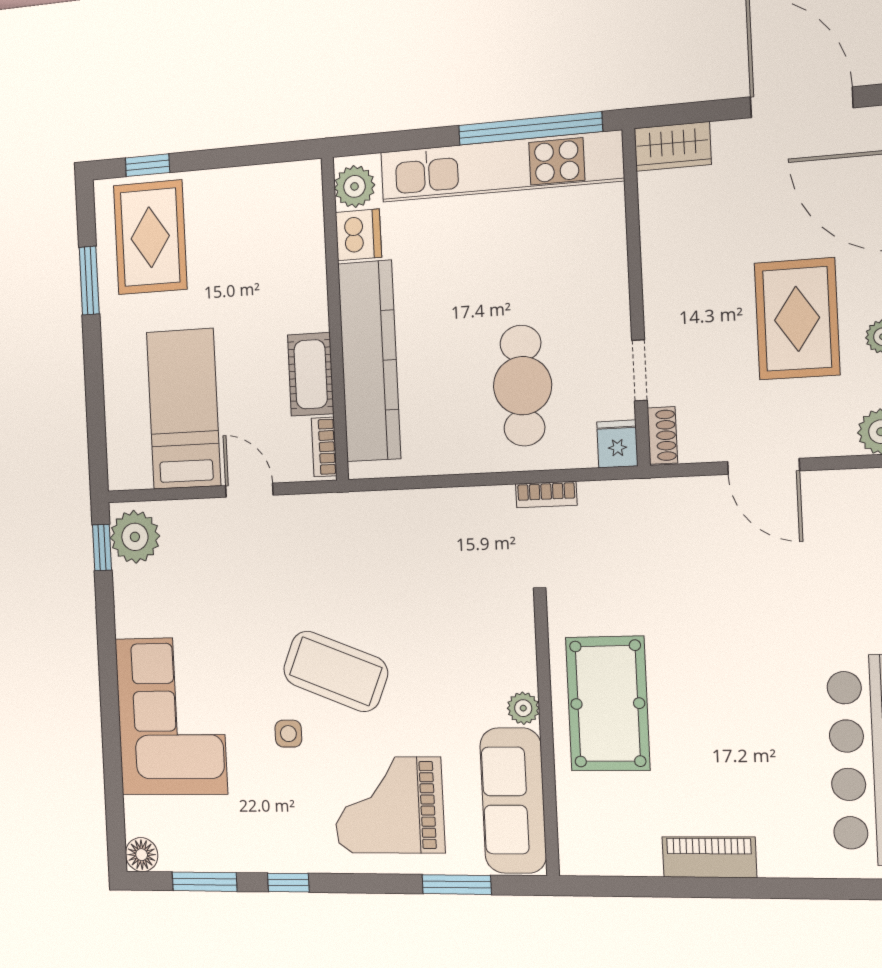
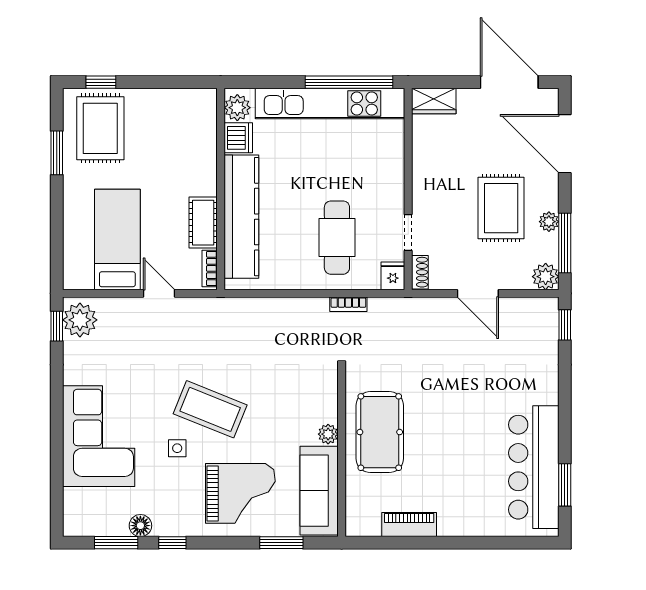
grand piano: (389, 805) -> (240, 493), turned 180
floor lamp: (142, 855) -> (140, 526), moved
piano: (709, 857) -> (409, 525), moved

